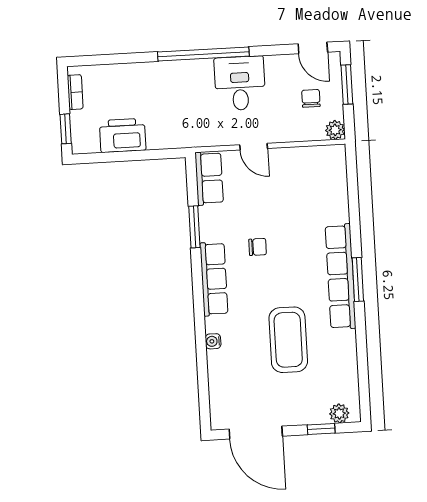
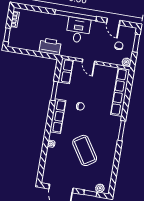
door: (313, 48) -> (113, 22), moved
desk: (240, 83) -> (78, 30), moved
printer: (123, 135) -> (50, 46), moved
row of seats: (341, 277) -> (120, 92), moved
coffee table: (288, 340) -> (85, 150), turned -33

